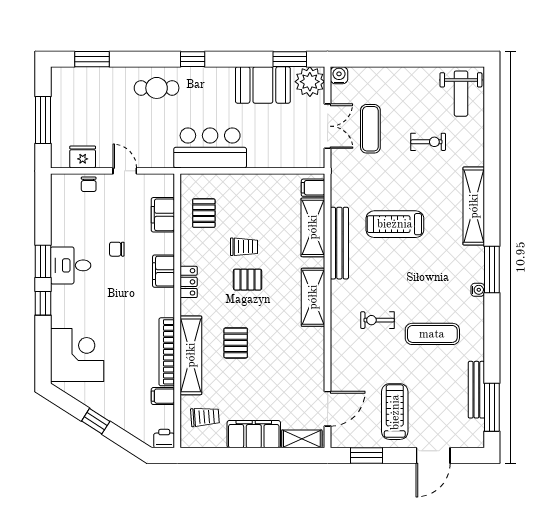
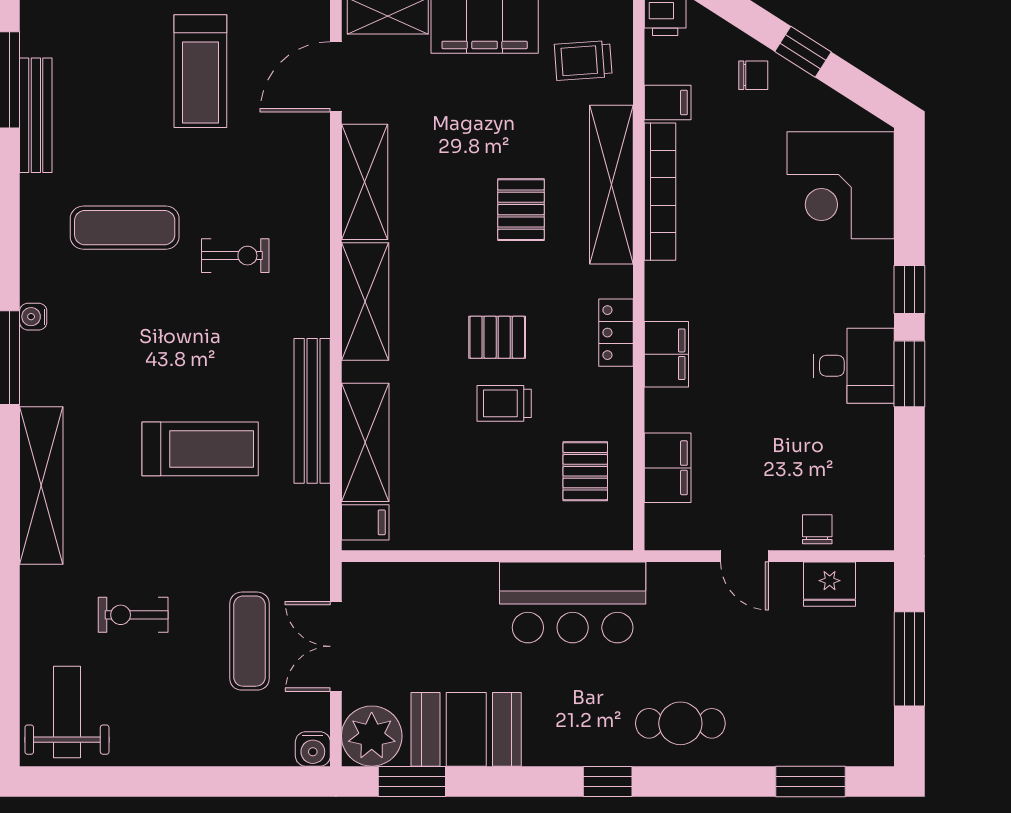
chair: (117, 249) -> (753, 75), moved
shelving: (313, 357) -> (365, 182), added

